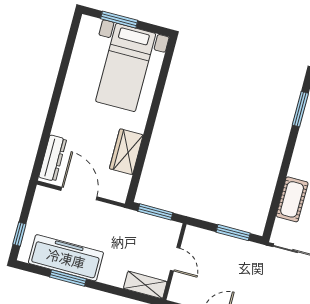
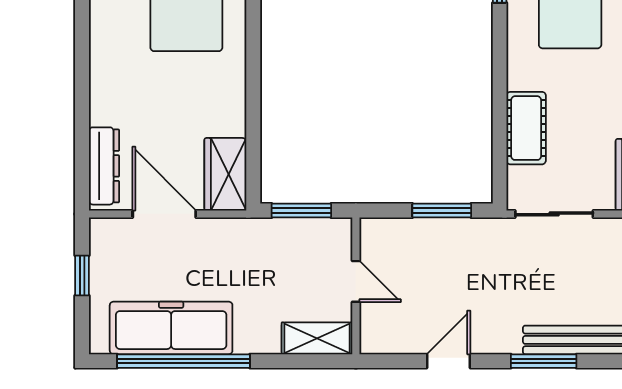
wardrobe: (126, 152) -> (225, 174), moved
window: (19, 234) -> (82, 275), moved
window: (68, 278) -> (184, 361), width x2.11

